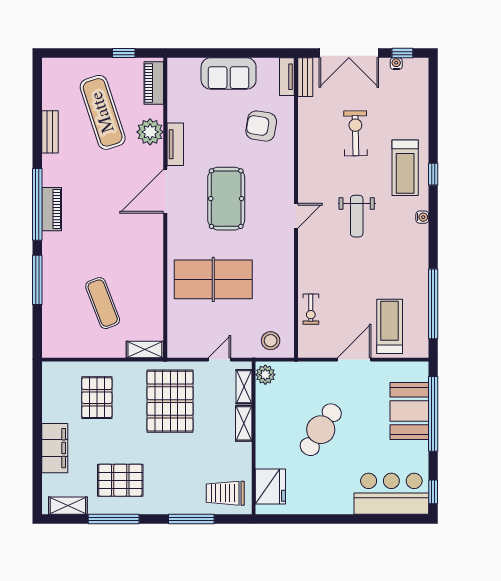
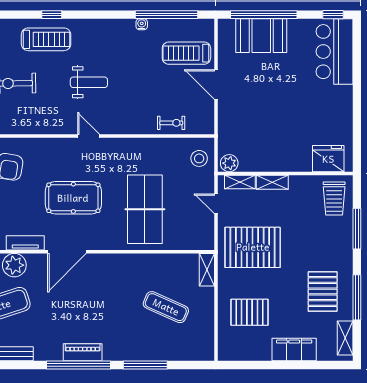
door: (165, 191) -> (67, 252), hinge flipped
water cooler: (422, 217) -> (142, 24), moved
exercise mat: (103, 303) -> (166, 307), turned 45
cafe table: (321, 430) -> (278, 114), removed

